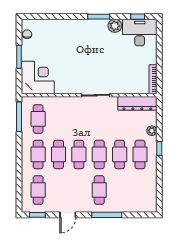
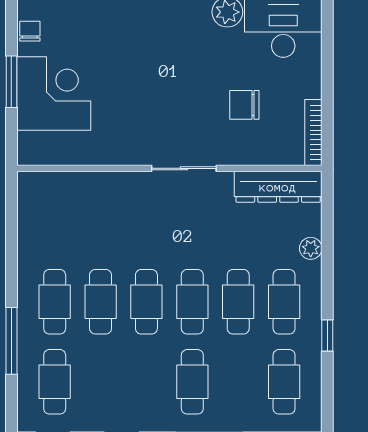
chair: (122, 67) -> (244, 105), added
corner desk: (38, 78) -> (54, 93), moved
window: (19, 117) -> (11, 341), moved
cafe table: (38, 119) -> (284, 382), moved
window: (159, 149) -> (327, 335), moved

